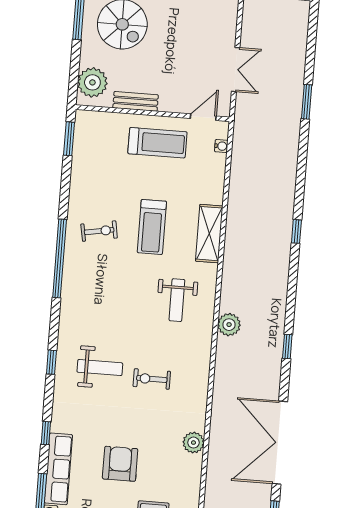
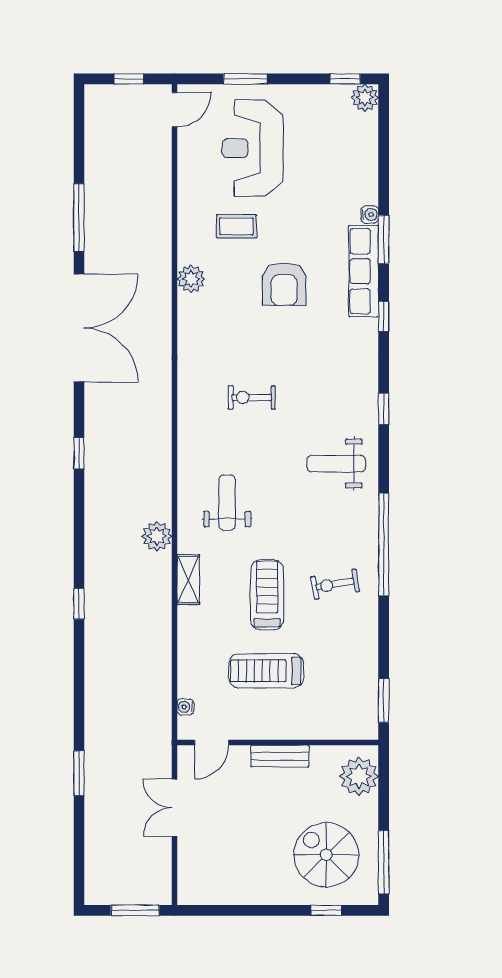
bench: (136, 101) -> (280, 756), moved
treadmill: (157, 143) -> (266, 671), moved
shelving: (209, 234) -> (188, 580), width x0.67, depth x0.75
plant: (229, 325) -> (157, 536), moved
weight bench: (100, 368) -> (336, 464), moved
exercise bike: (152, 379) -> (252, 397), turned 180
plant: (193, 443) -> (191, 279), moved

